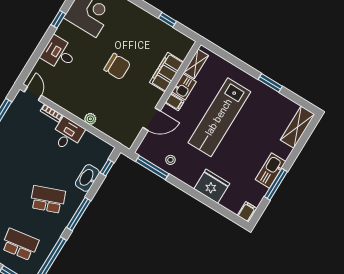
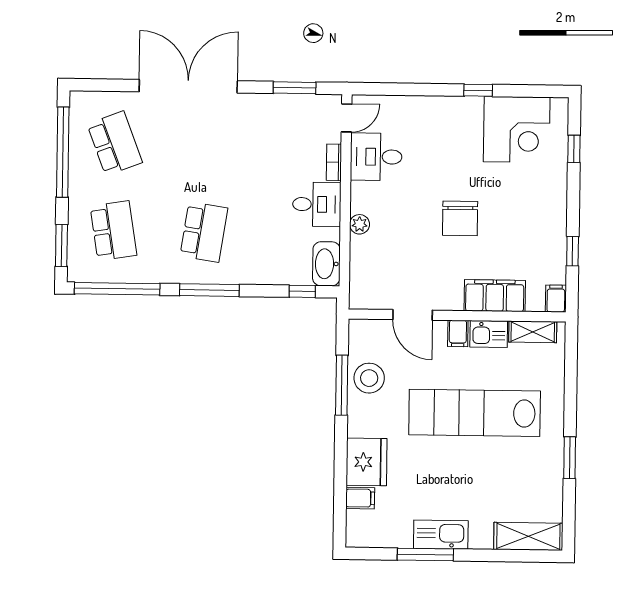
filing cabinet: (186, 42) -> (556, 299), added
desk: (59, 53) -> (376, 157), moved, turned -90
stool: (170, 160) -> (369, 378), width x1.89, depth x1.89
window: (152, 168) -> (342, 385), moved
washbasin: (87, 178) -> (326, 264), moved, turned -90
school desk: (48, 199) -> (204, 232), turned 30
filing cabinet: (247, 212) -> (360, 498), moved

